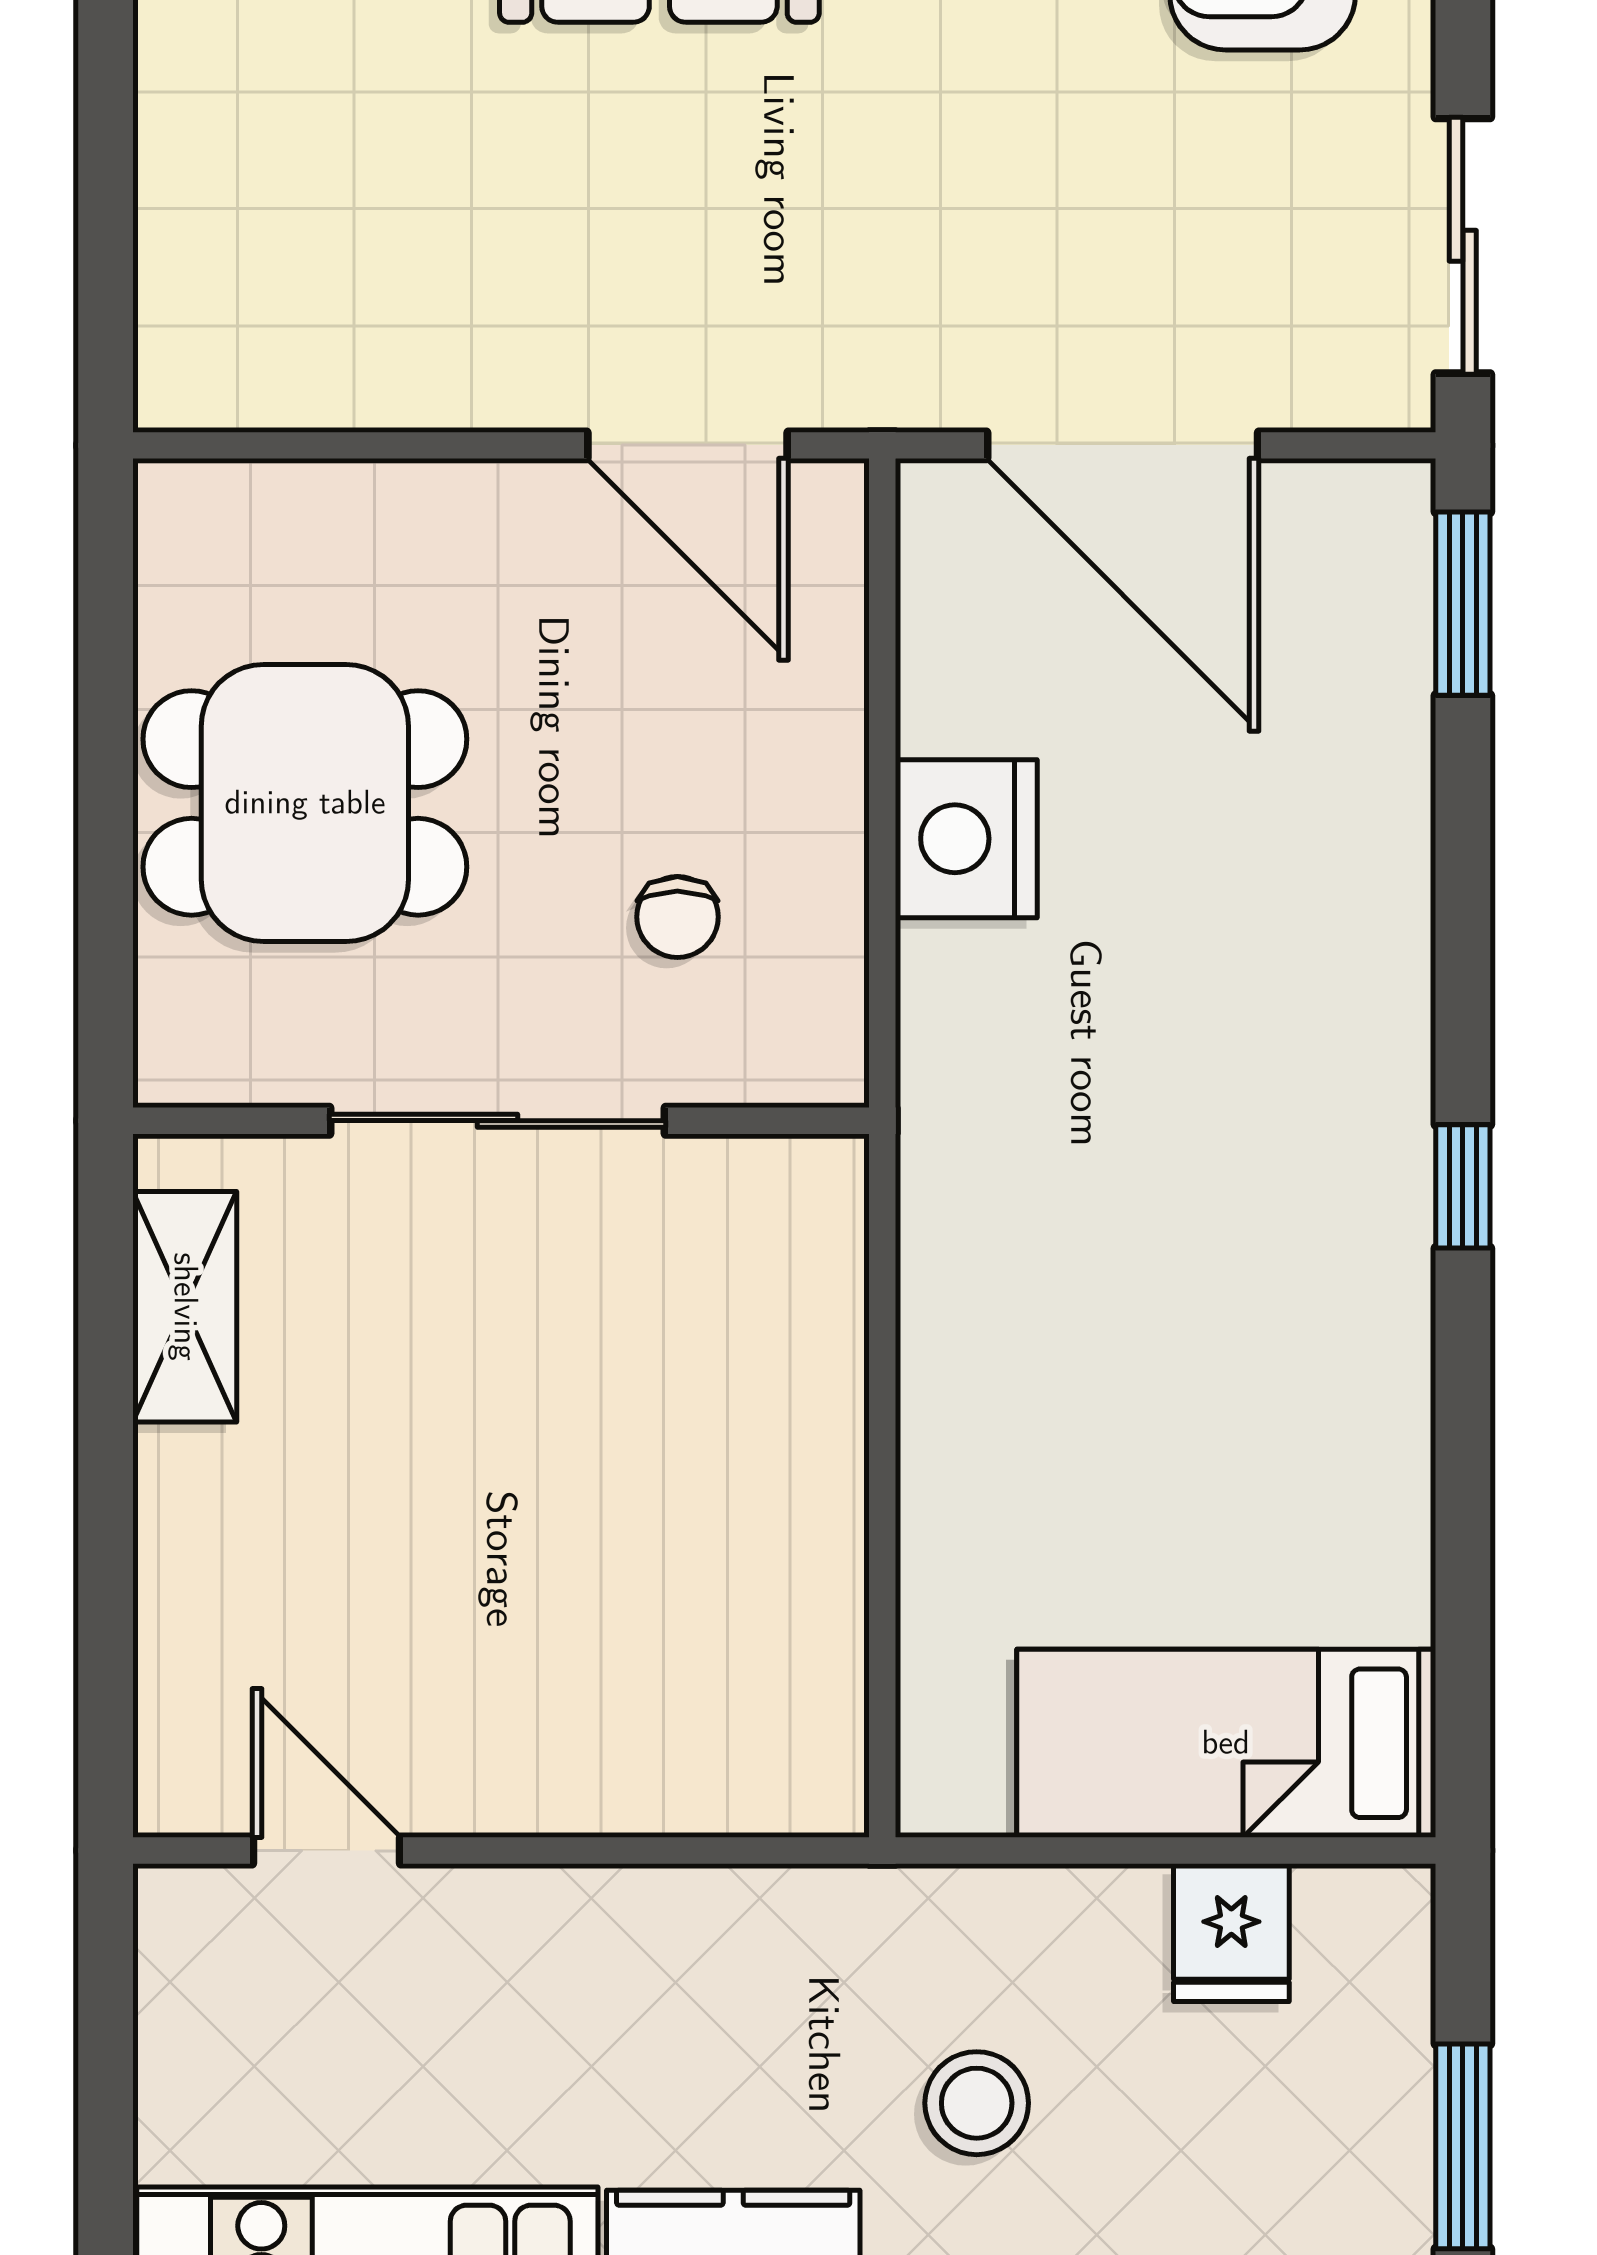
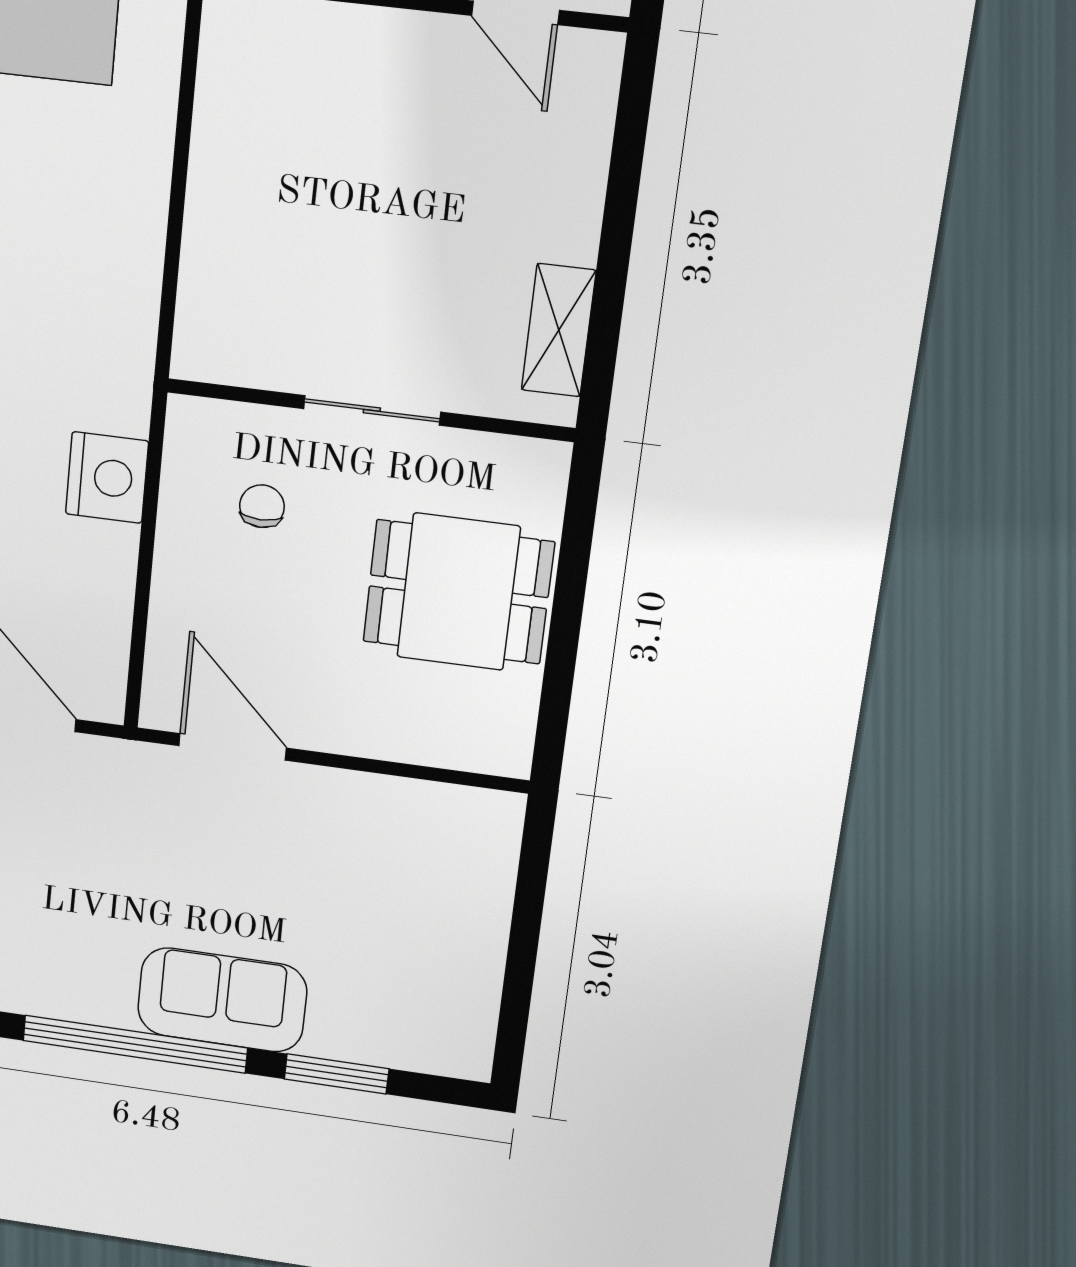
nightstand: (966, 839) -> (107, 478), moved
sliding door: (497, 1121) -> (372, 410), width x0.73

